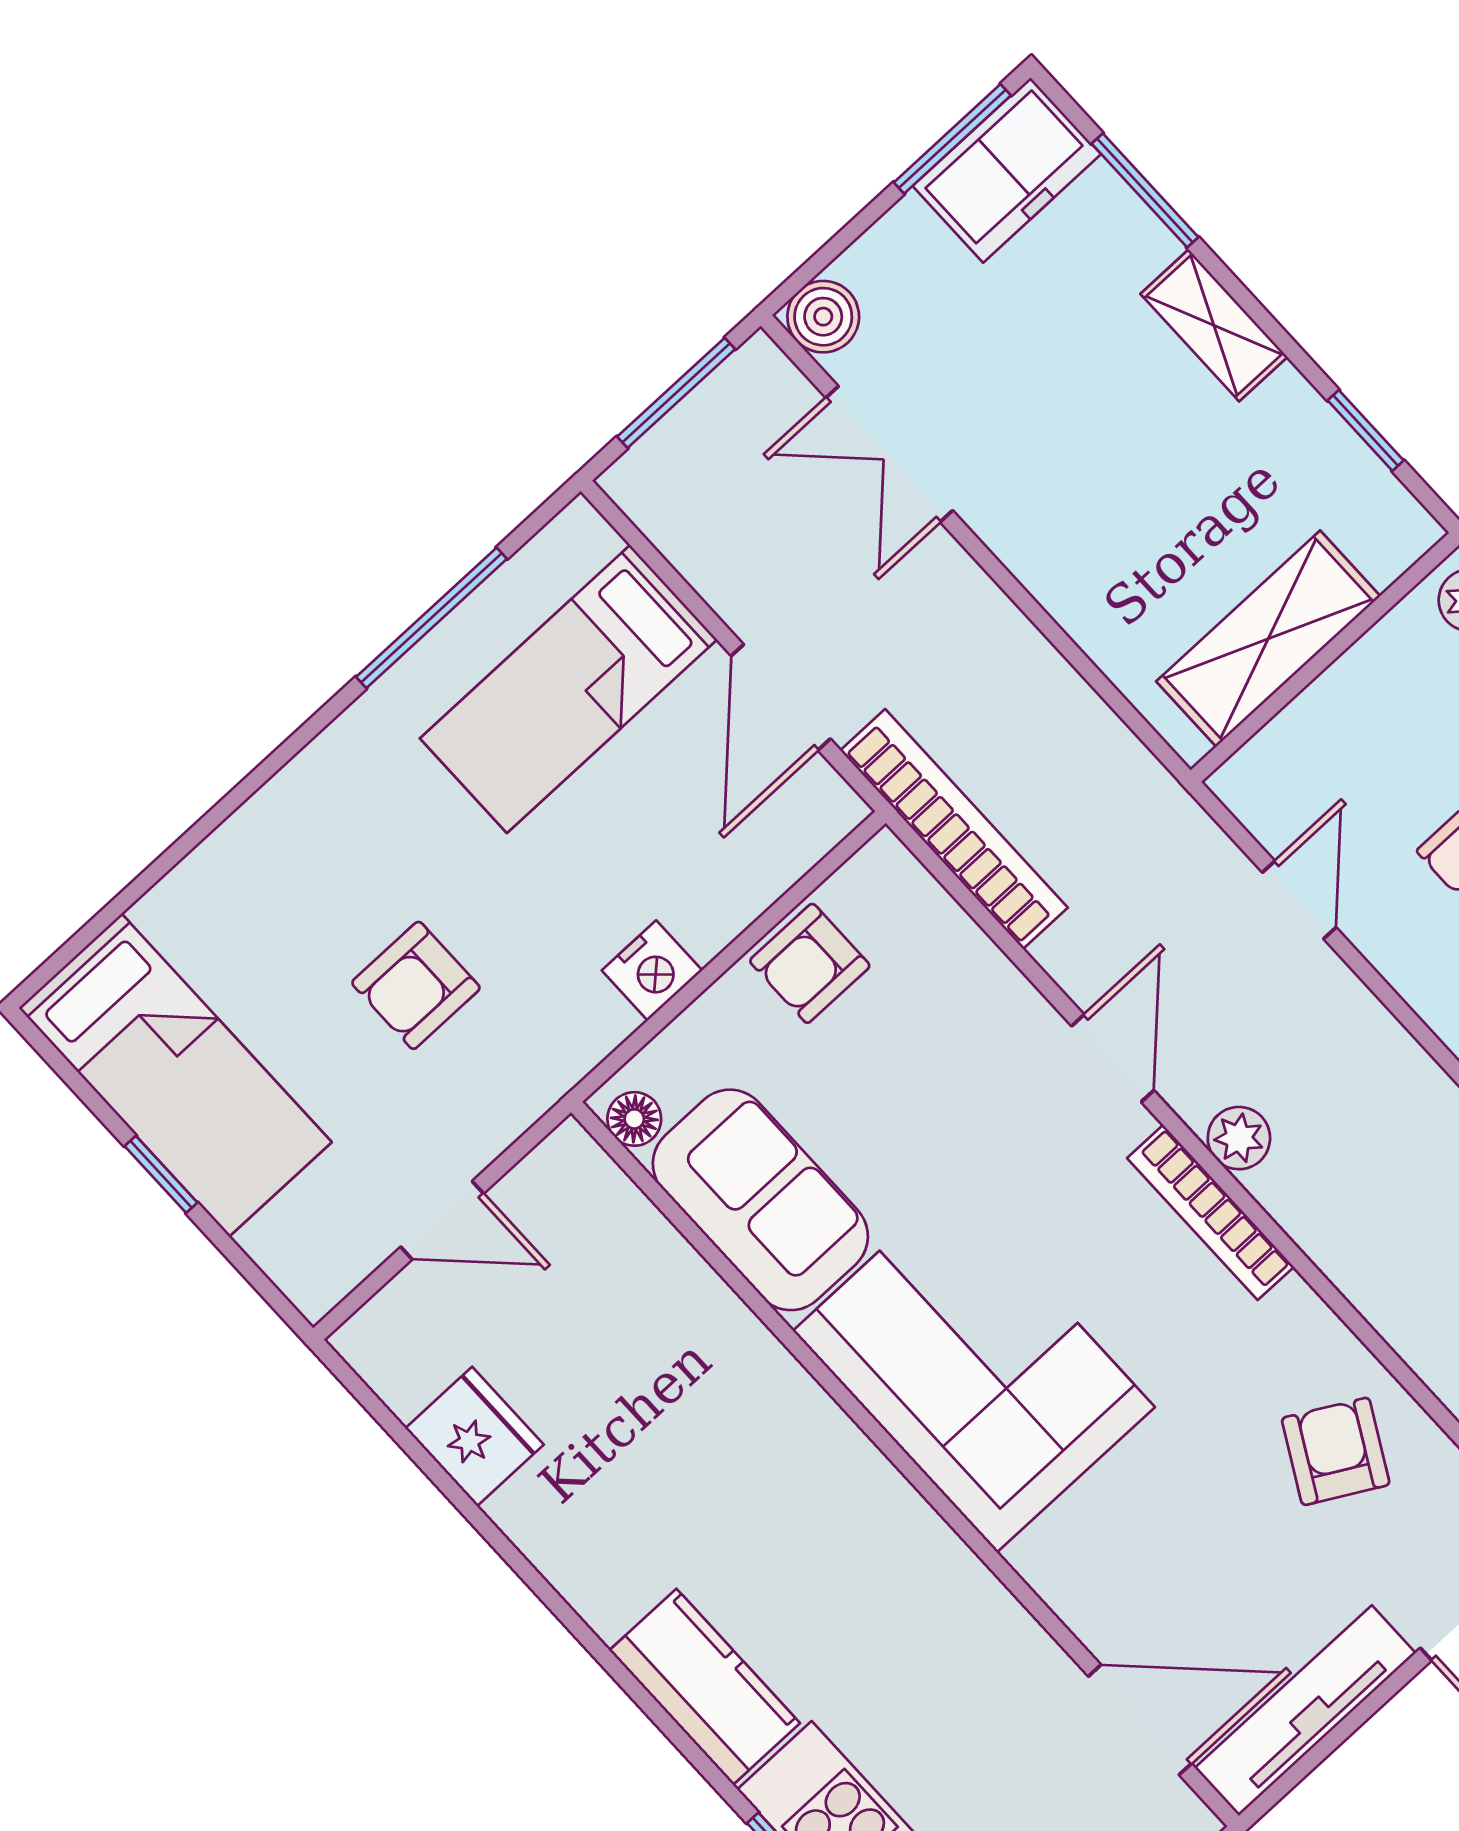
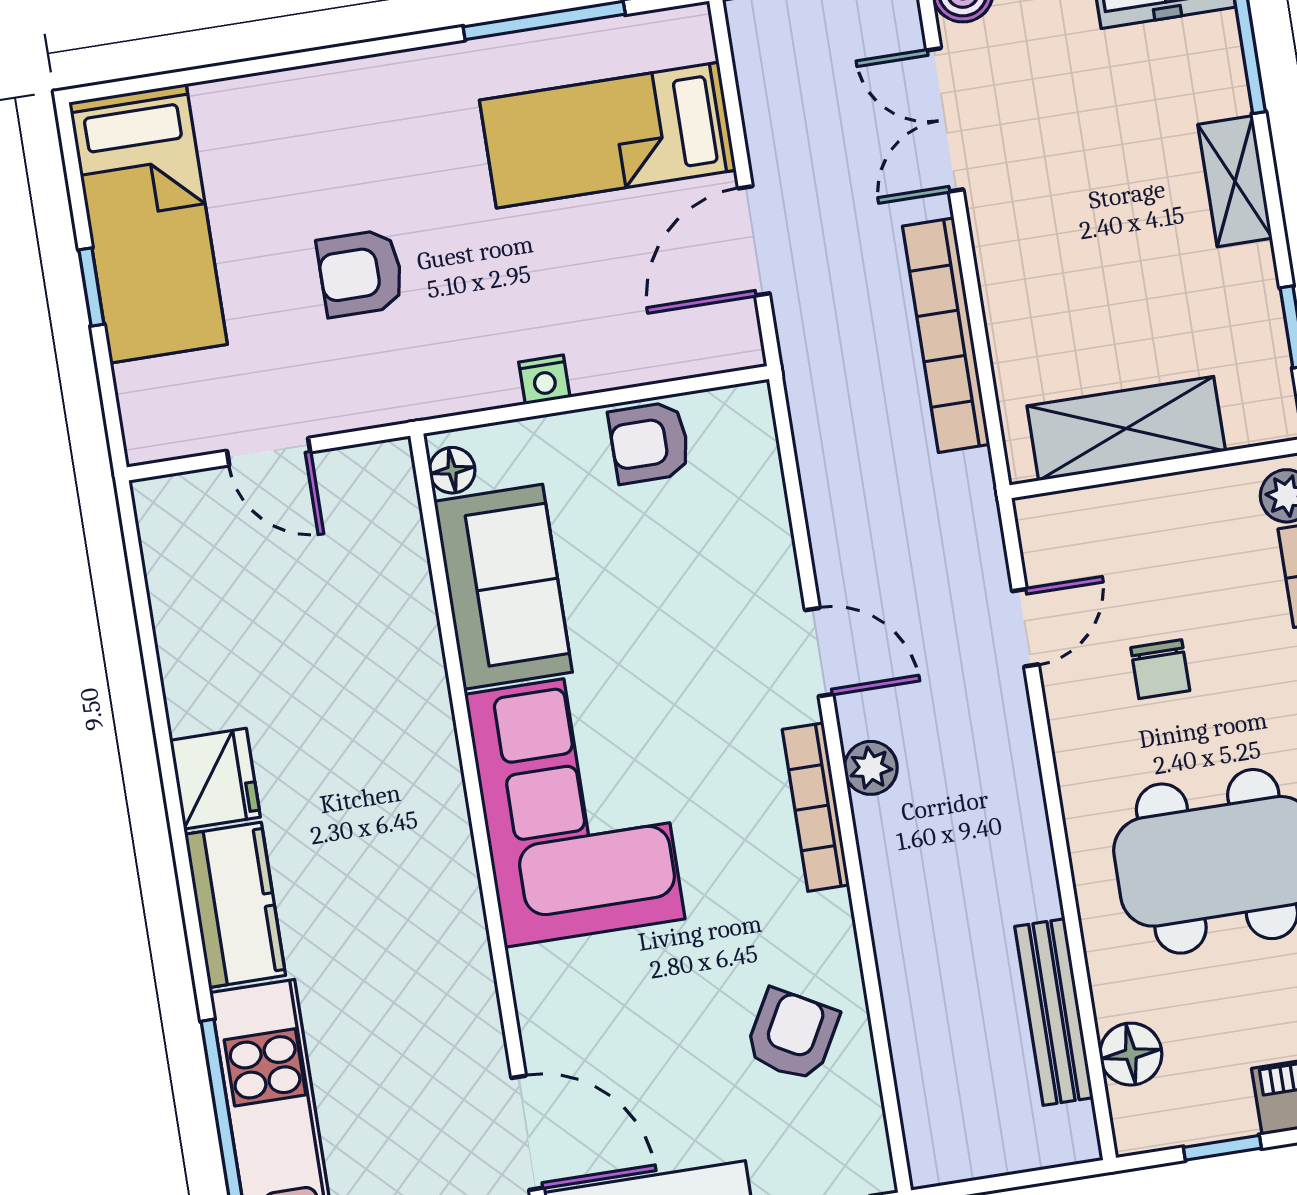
bookcase: (954, 829) -> (946, 335), moved, turned 180
nightstand: (652, 970) -> (544, 380), width x0.72, depth x0.74
door: (1113, 1058) -> (819, 652), hinge flipped
fridge: (474, 1436) -> (215, 779), moved

